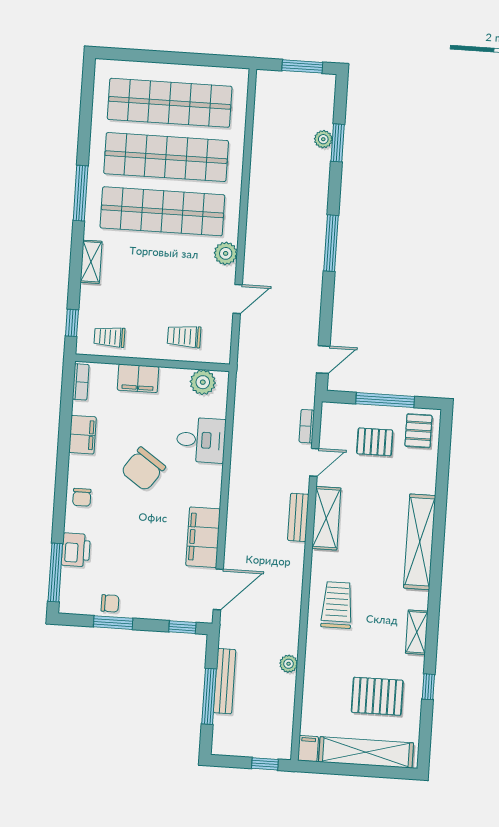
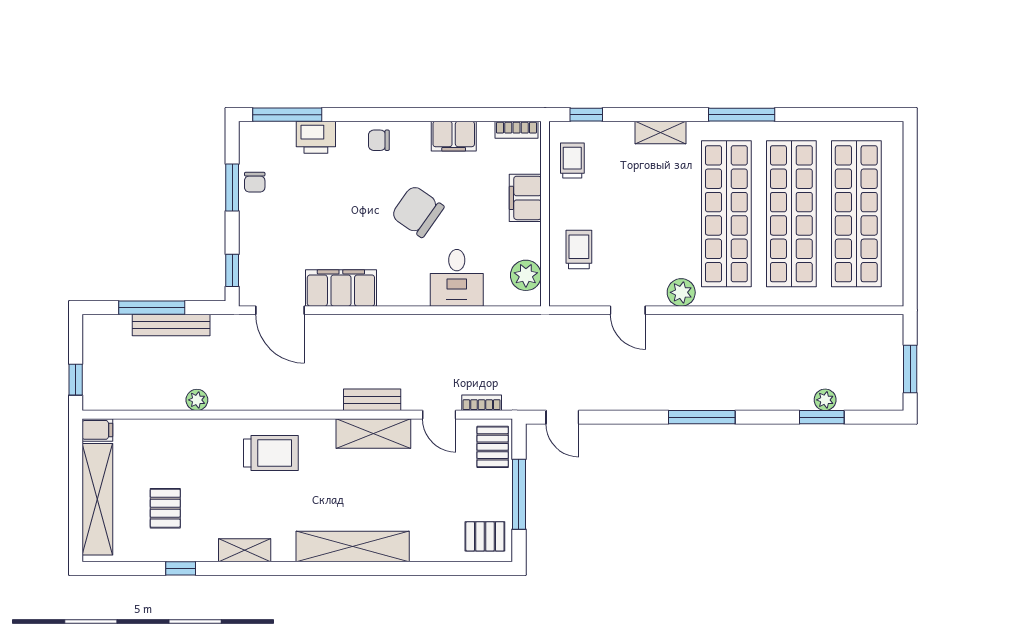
pallet: (375, 442) -> (493, 447), moved
pallet: (377, 696) -> (165, 508), width x0.67, depth x0.71

